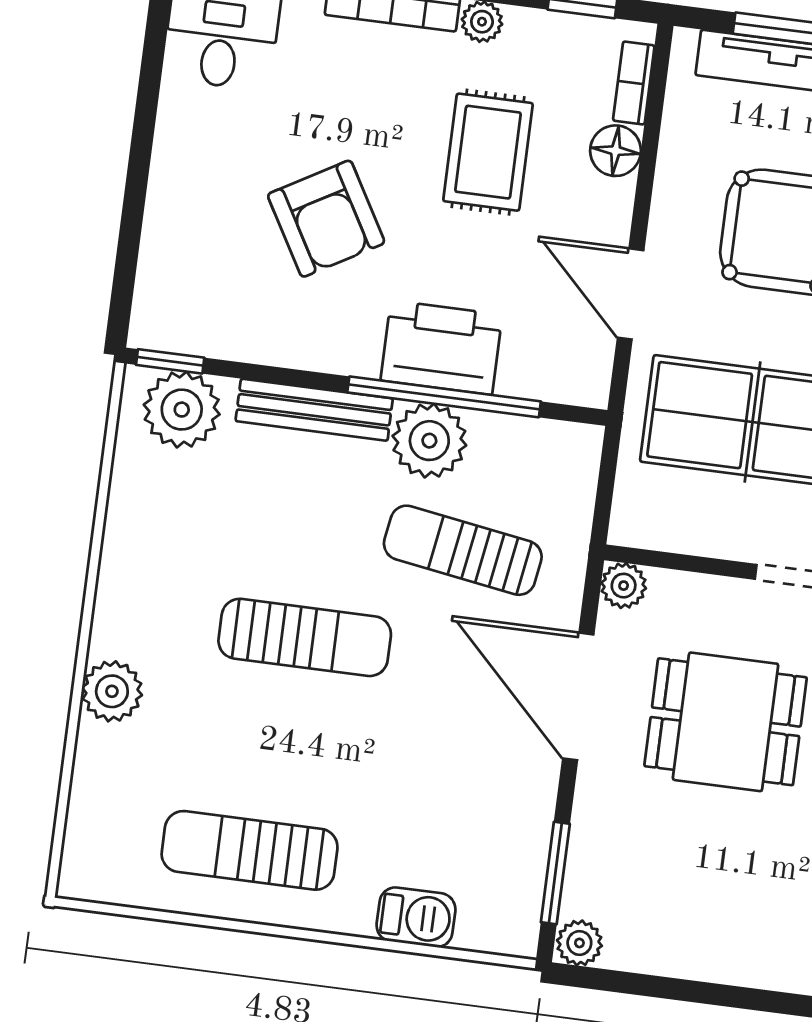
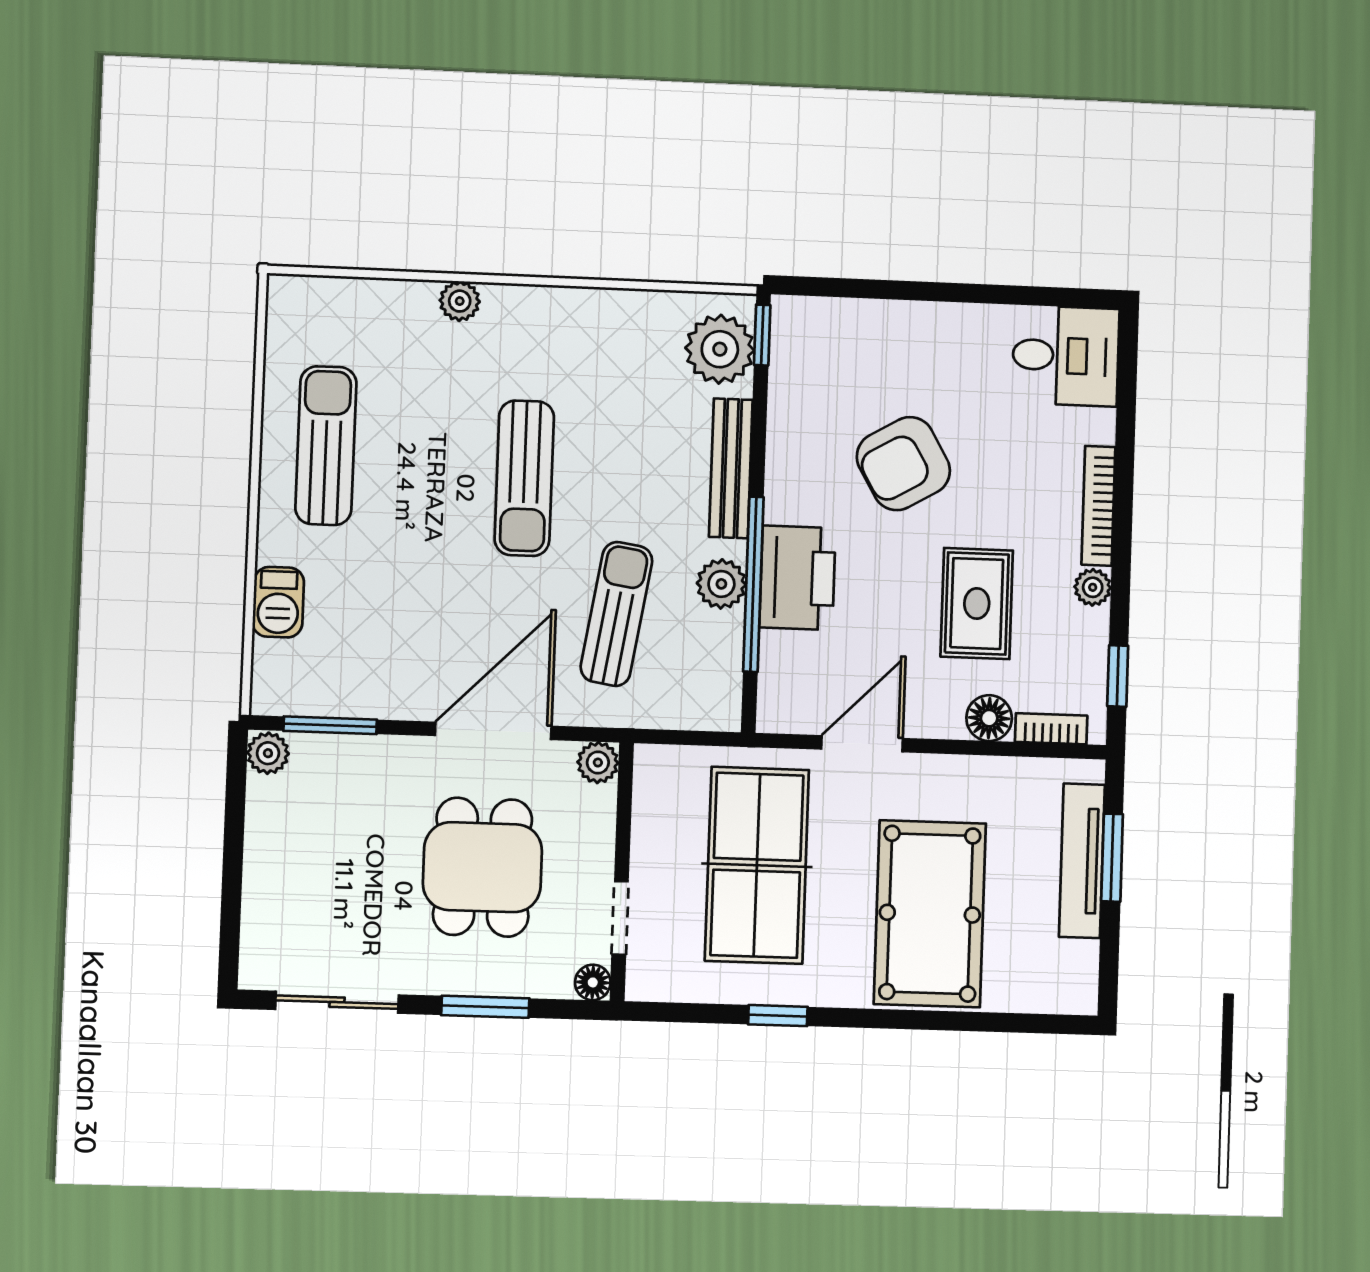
rug: (488, 152) -> (977, 604), turned 90
plant: (429, 441) -> (721, 584), width x0.73, depth x0.73
plant: (112, 691) -> (460, 301), width x0.73, depth x0.73

